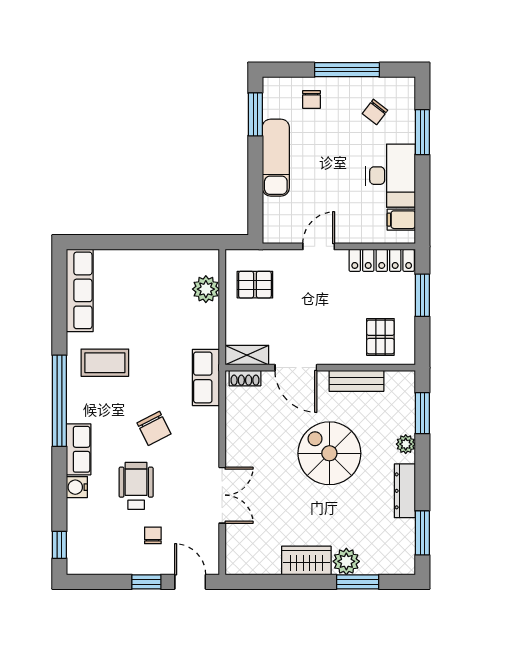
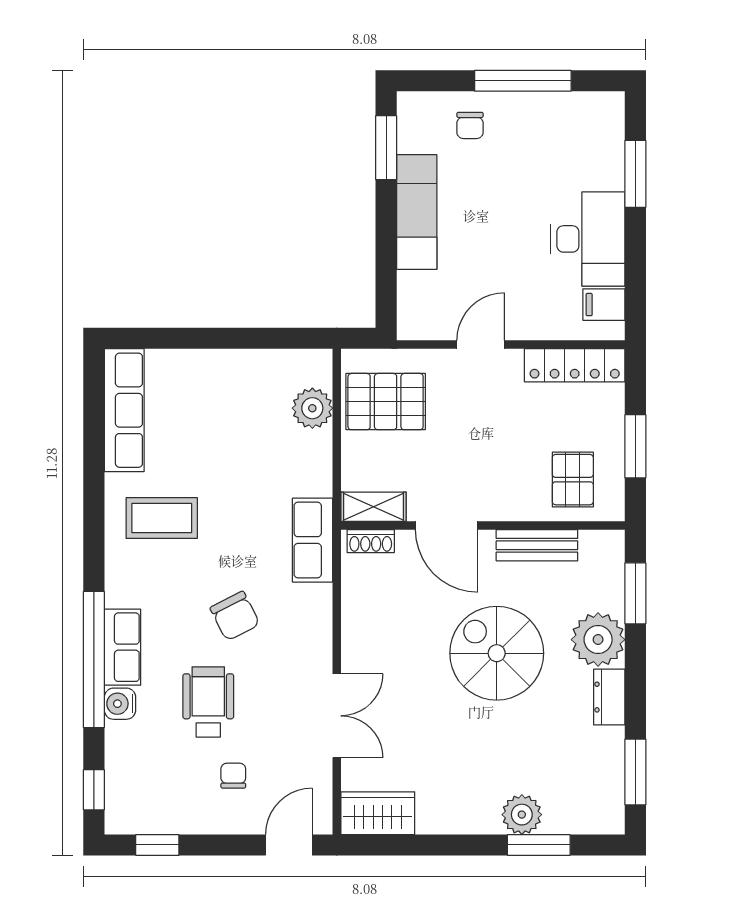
chair: (375, 112) -> (565, 144), removed
pallet: (255, 285) -> (386, 402), width x1.50, depth x1.42
window: (422, 295) -> (635, 446), moved
window: (59, 401) -> (94, 659), moved
plant: (406, 444) -> (598, 640), width x1.87, depth x1.87
dresser: (405, 491) -> (609, 697), width x0.70
wardrobe: (306, 560) -> (378, 813), moved
window: (146, 582) -> (157, 845), moved
door: (190, 582) -> (289, 845), hinge flipped

